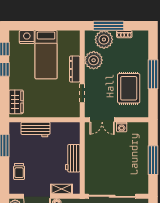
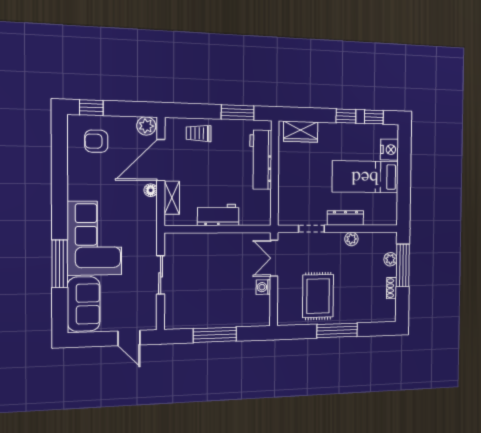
plant: (104, 39) -> (390, 259), width x0.53, depth x0.53
plant: (94, 60) -> (351, 239), width x0.53, depth x0.53
rug: (129, 88) -> (318, 296), turned 90
workbench: (36, 130) -> (261, 160), width x1.38
sliding door: (112, 196) -> (161, 275), width x0.54

